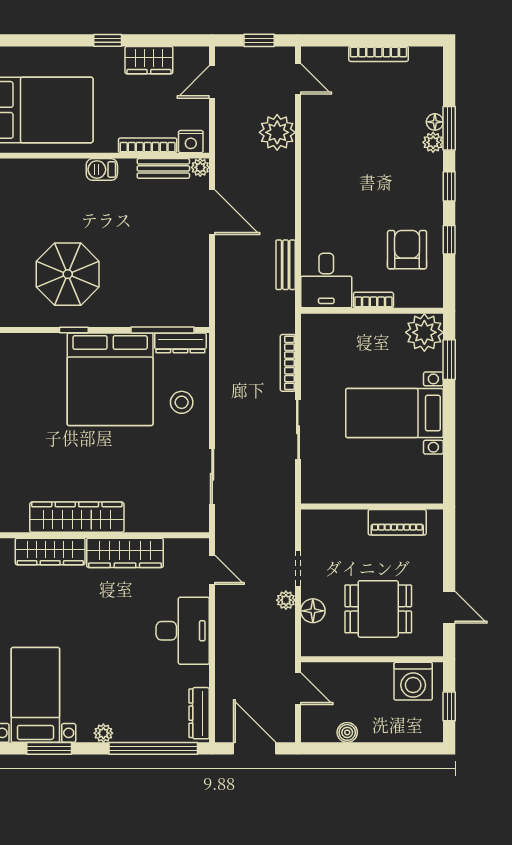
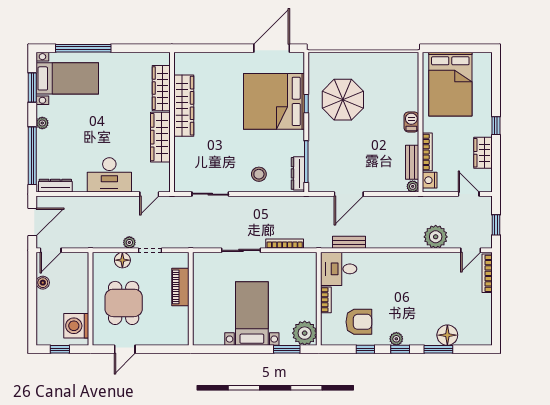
bookcase: (379, 54) -> (487, 273), moved
floor lamp: (435, 122) -> (447, 335), width x1.89, depth x1.89
plant: (433, 142) -> (396, 339), moved
door: (212, 212) -> (349, 194), moved
bed: (110, 379) -> (274, 101), moved
piano: (397, 522) -> (180, 287), moved
door: (298, 689) -> (51, 250), moved

